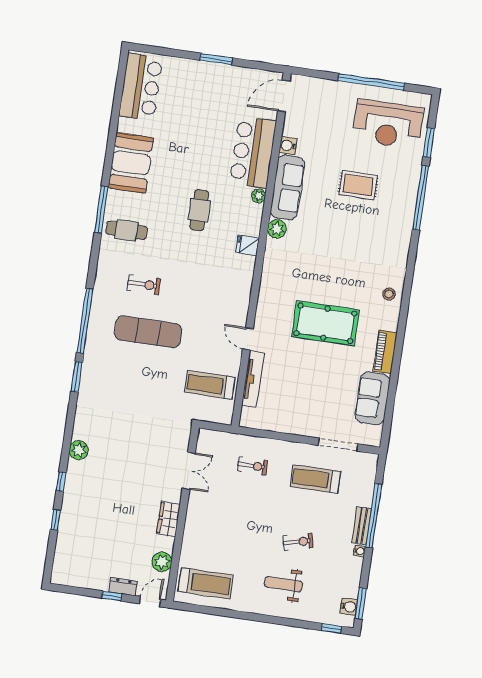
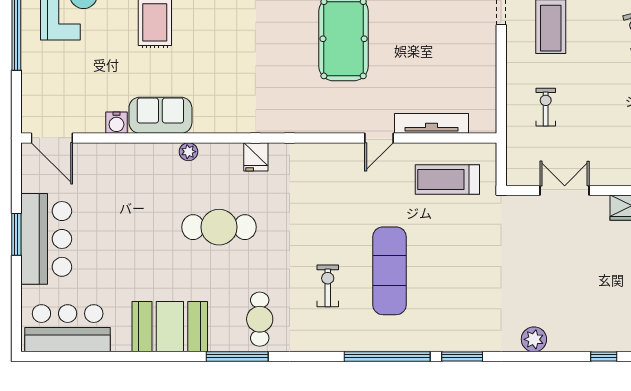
bar counter: (253, 152) -> (46, 239), moved, turned -90
sofa: (287, 187) -> (160, 115), width x0.73
cafe table: (199, 210) -> (219, 227), width x1.37, depth x1.35
plant: (277, 229) -> (228, 121), removed
treadmill: (210, 385) -> (447, 179), turned 90
plant: (79, 450) -> (534, 339), moved

